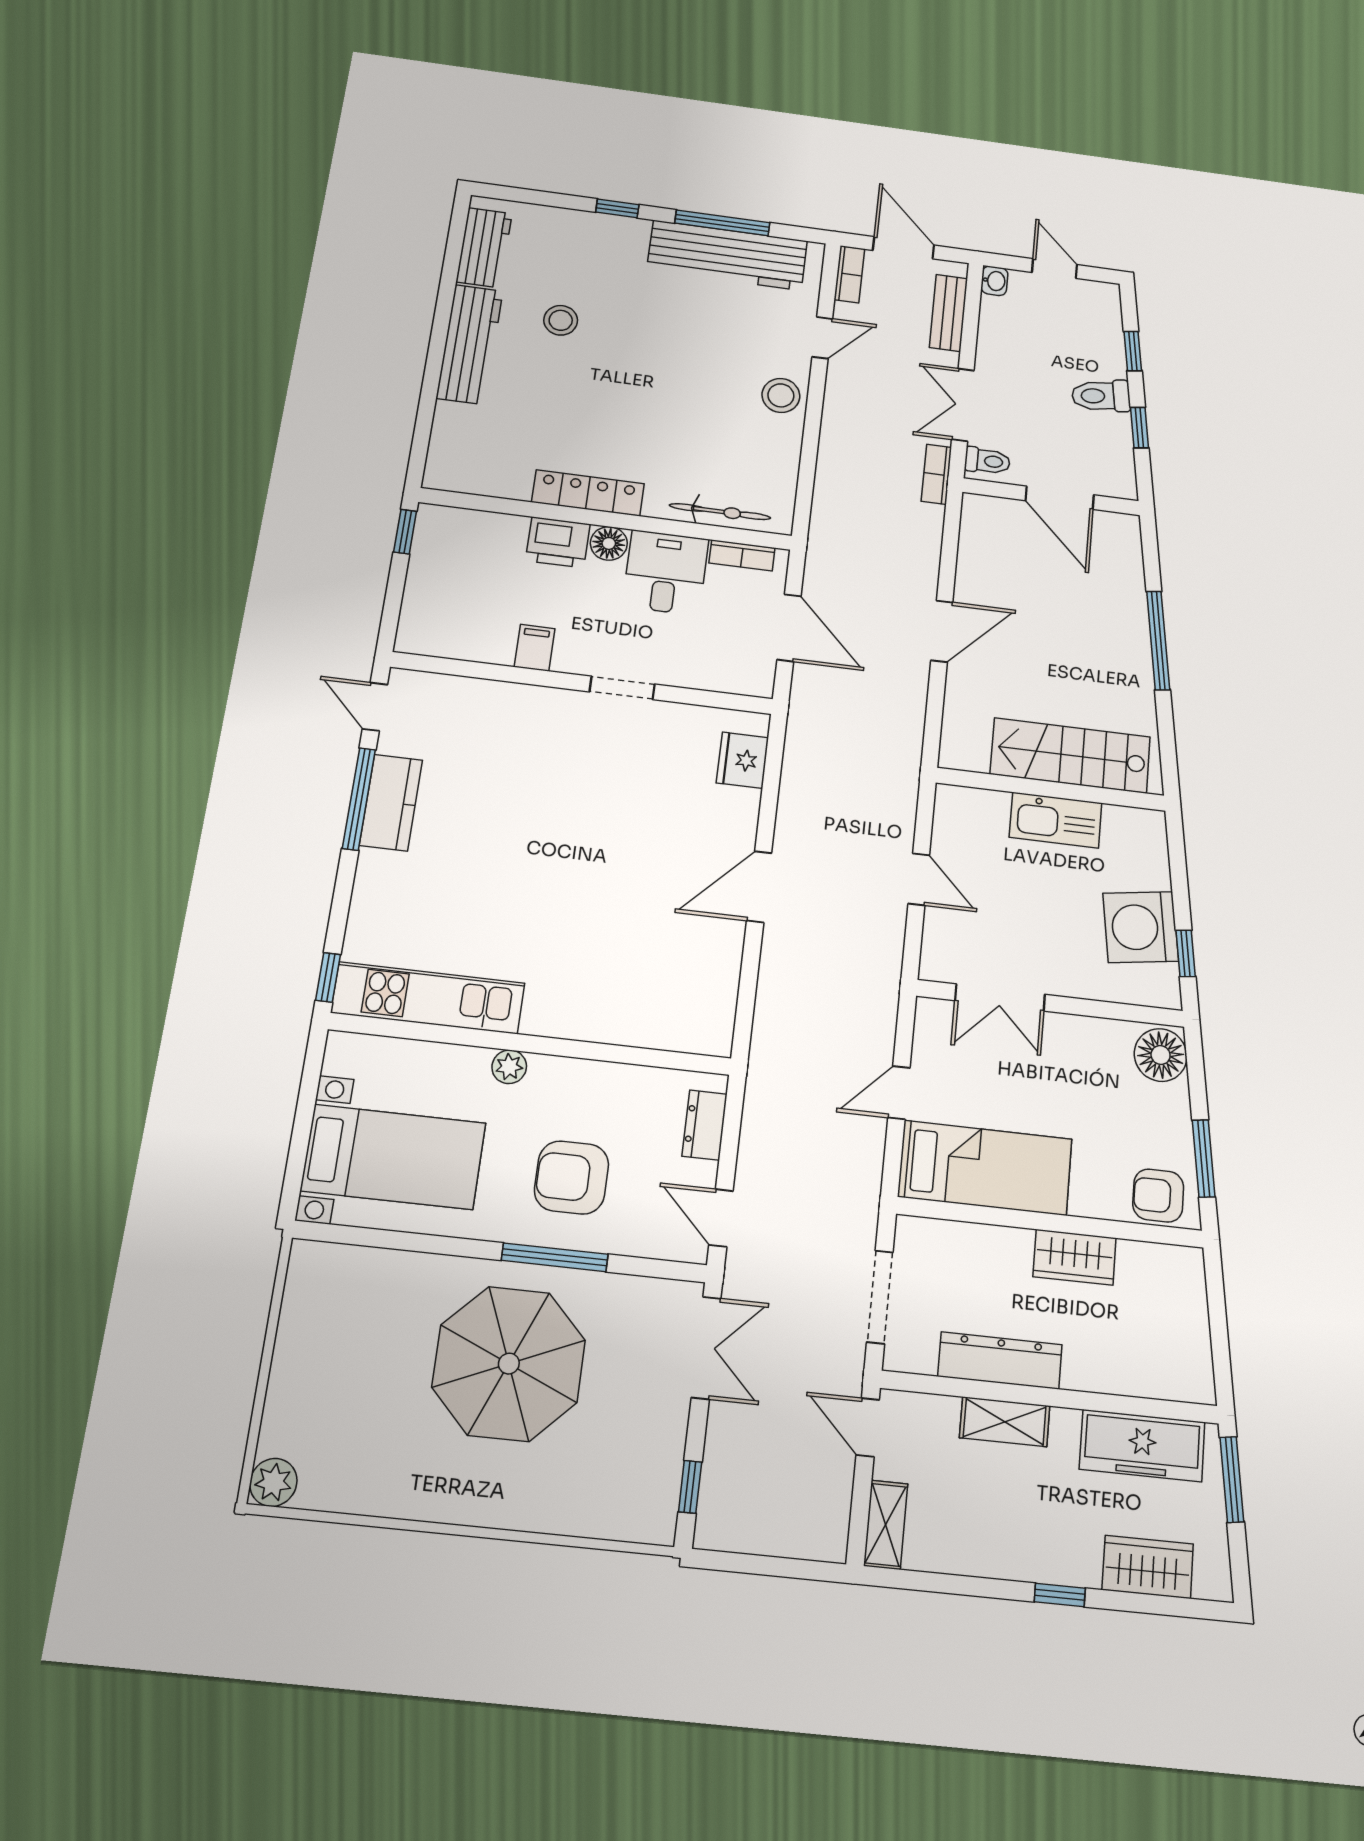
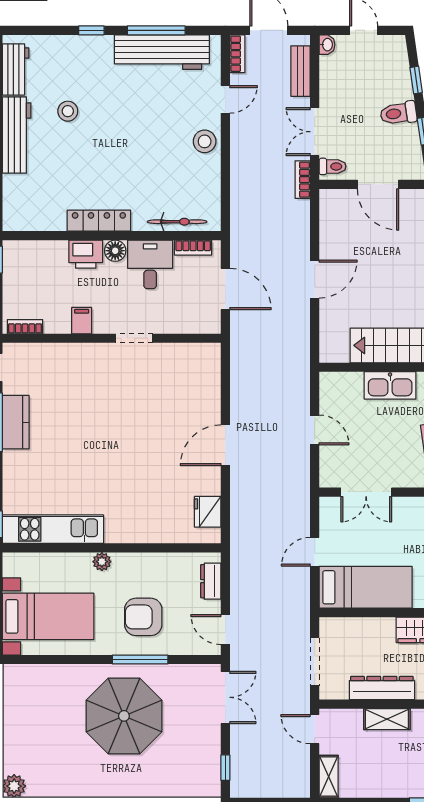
bookcase: (434, 645) -> (25, 327), added
fridge: (742, 760) -> (208, 512), moved

